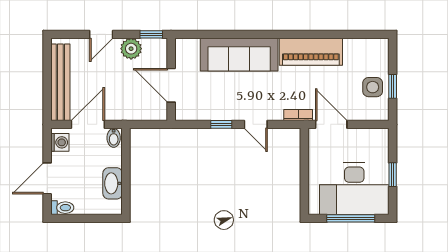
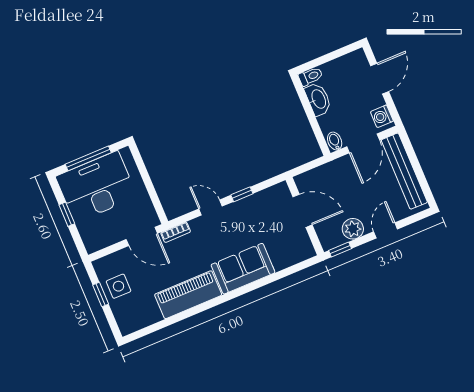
sofa: (239, 55) -> (243, 269), width x0.73
toilet: (62, 208) -> (311, 76), moved, turned 180

